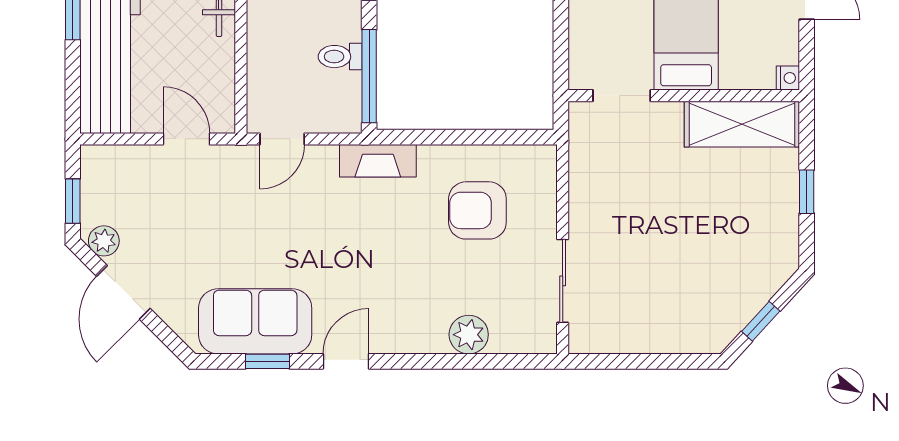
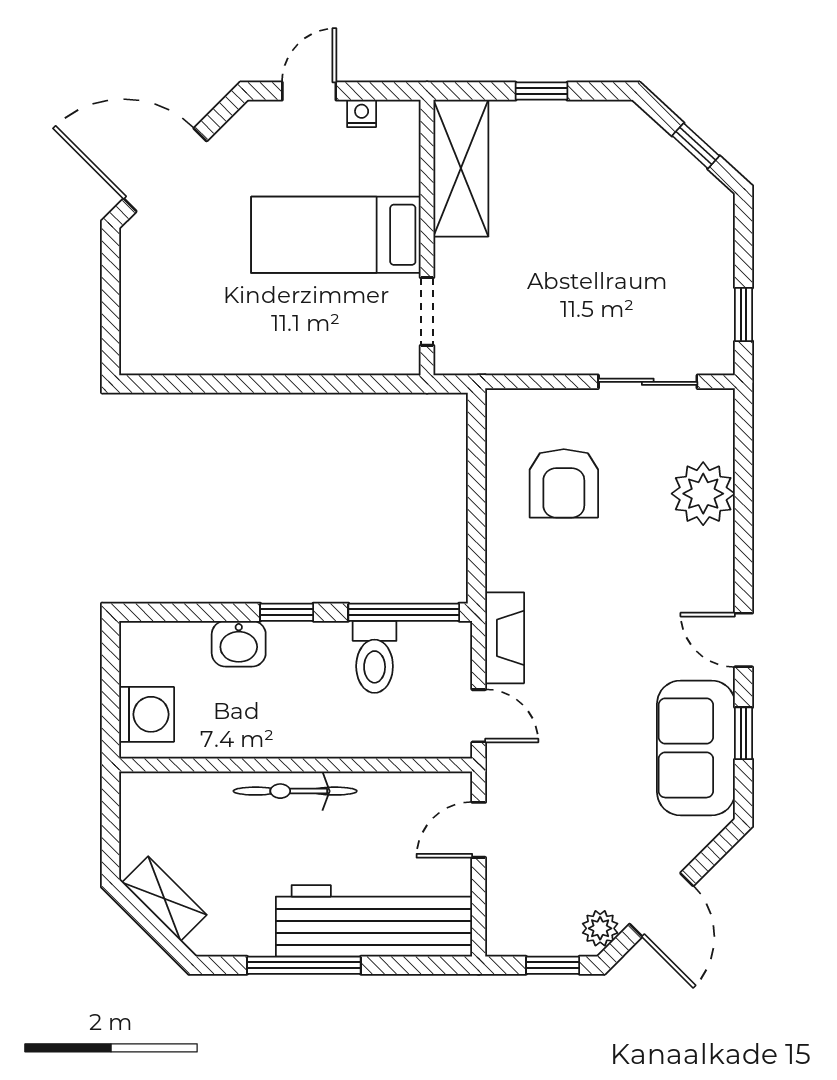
toilet: (340, 57) -> (375, 657), width x1.37, depth x1.39
nightstand: (788, 78) -> (362, 113), moved
fireplace: (378, 161) -> (505, 638), moved
door: (123, 292) -> (661, 905), hinge flipped
plant: (469, 335) -> (703, 494), width x1.36, depth x1.36
window: (619, 361) -> (744, 315), added

